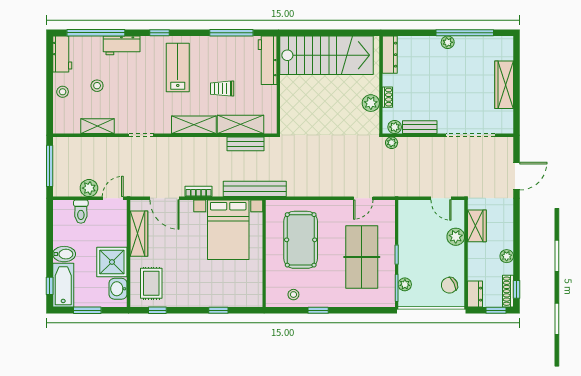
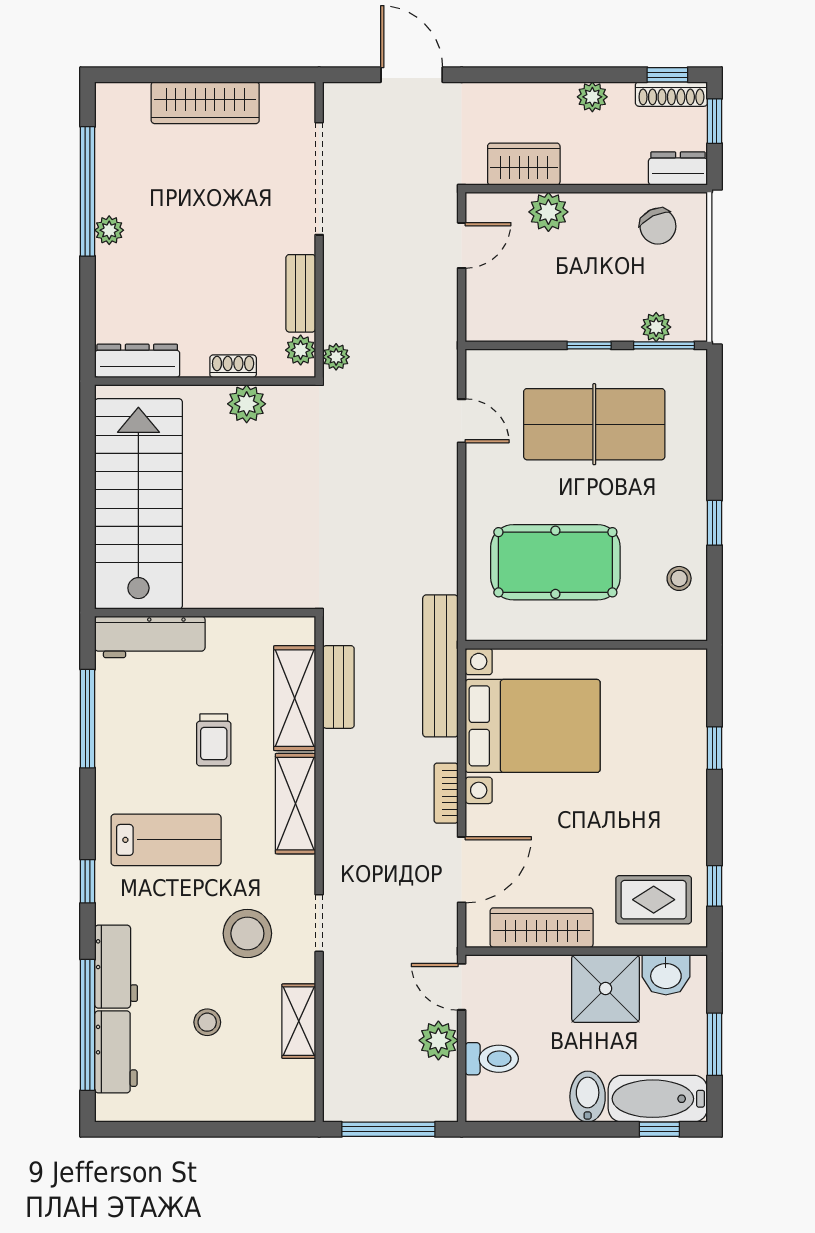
workbench: (62, 54) -> (116, 1052), moved, turned 90
lab bench: (178, 67) -> (166, 840), turned 180
stool: (63, 92) -> (247, 933), moved, width x1.89, depth x1.89

